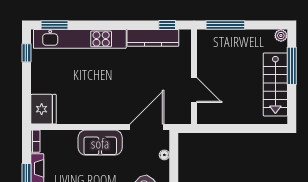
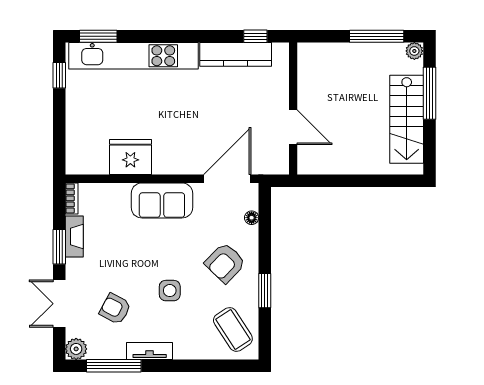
window: (225, 25) -> (377, 36), moved
fridge: (44, 109) -> (130, 157), moved, turned -90

